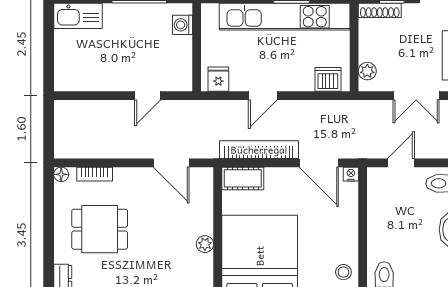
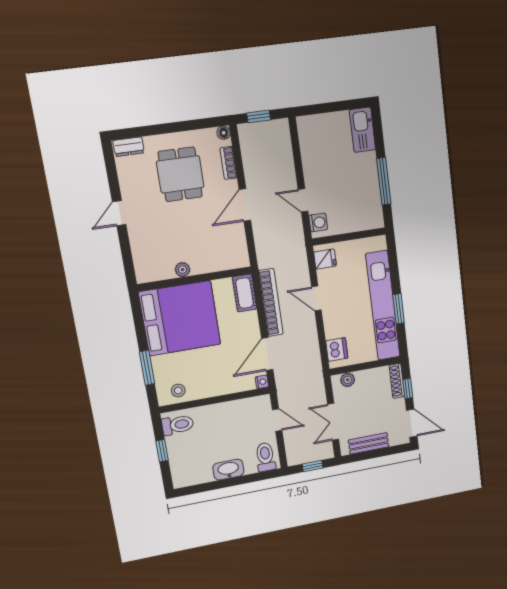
washing machine: (183, 25) -> (318, 222), moved, turned 90
window: (49, 133) -> (259, 116), added
door: (171, 163) -> (245, 205), moved

